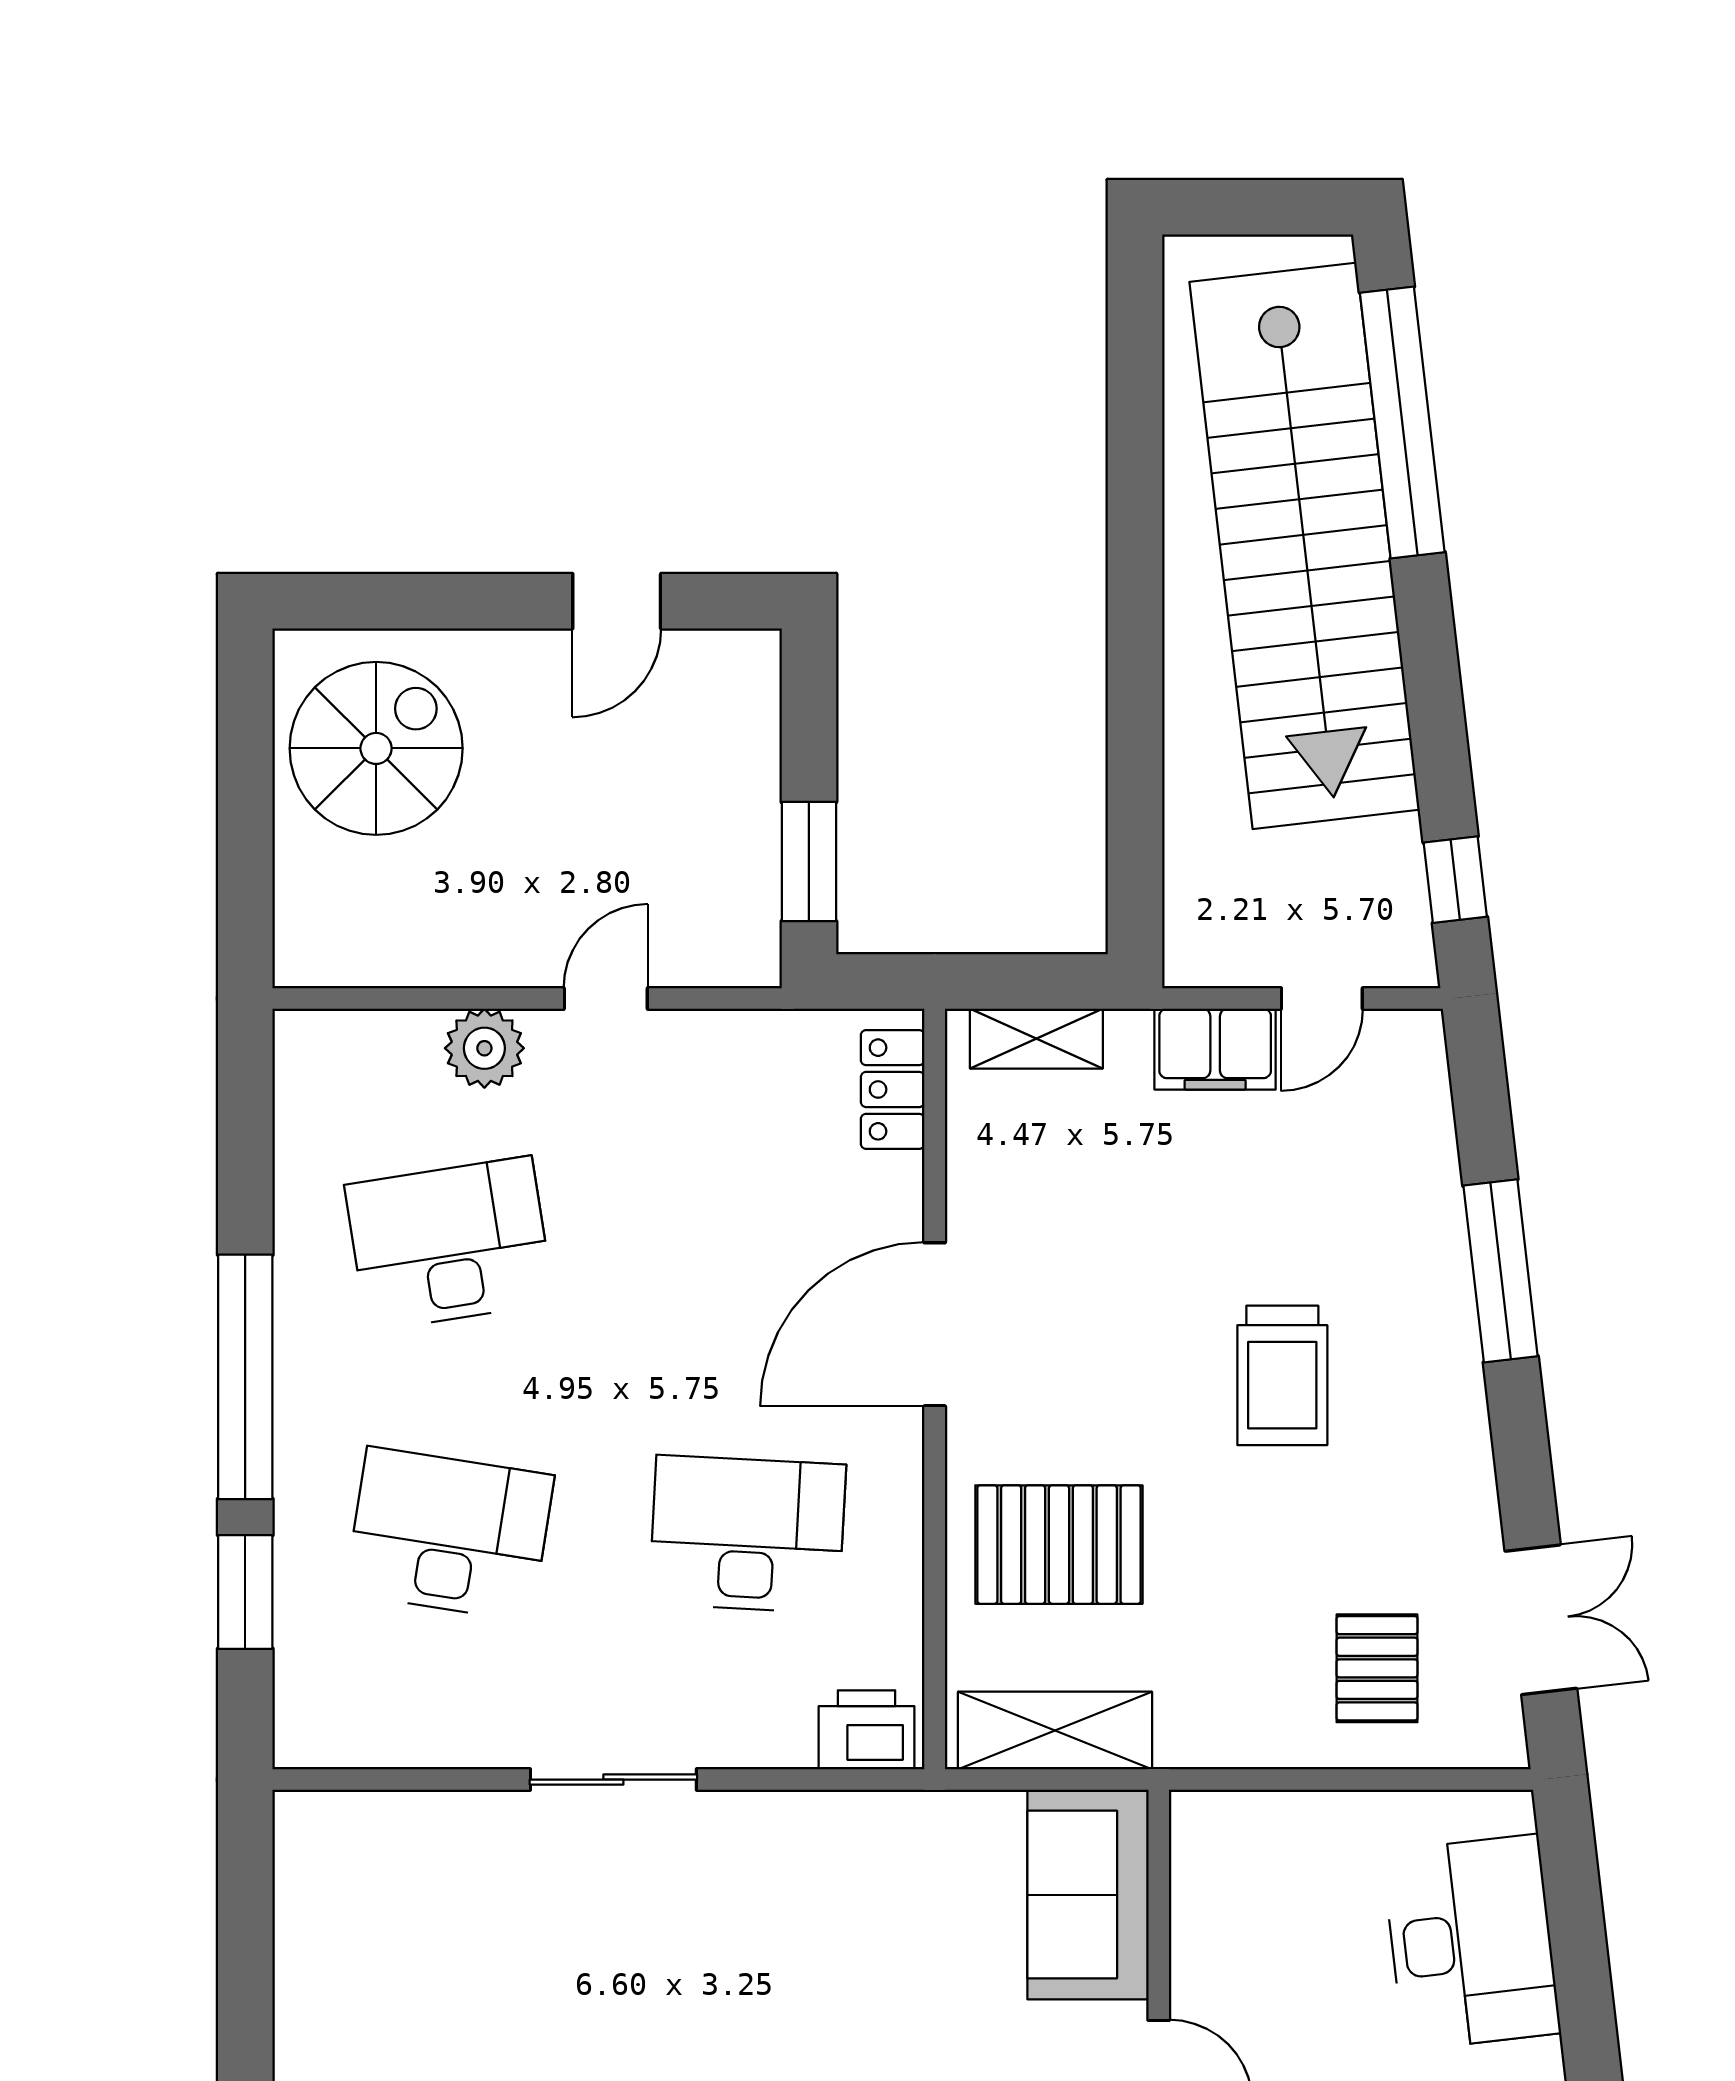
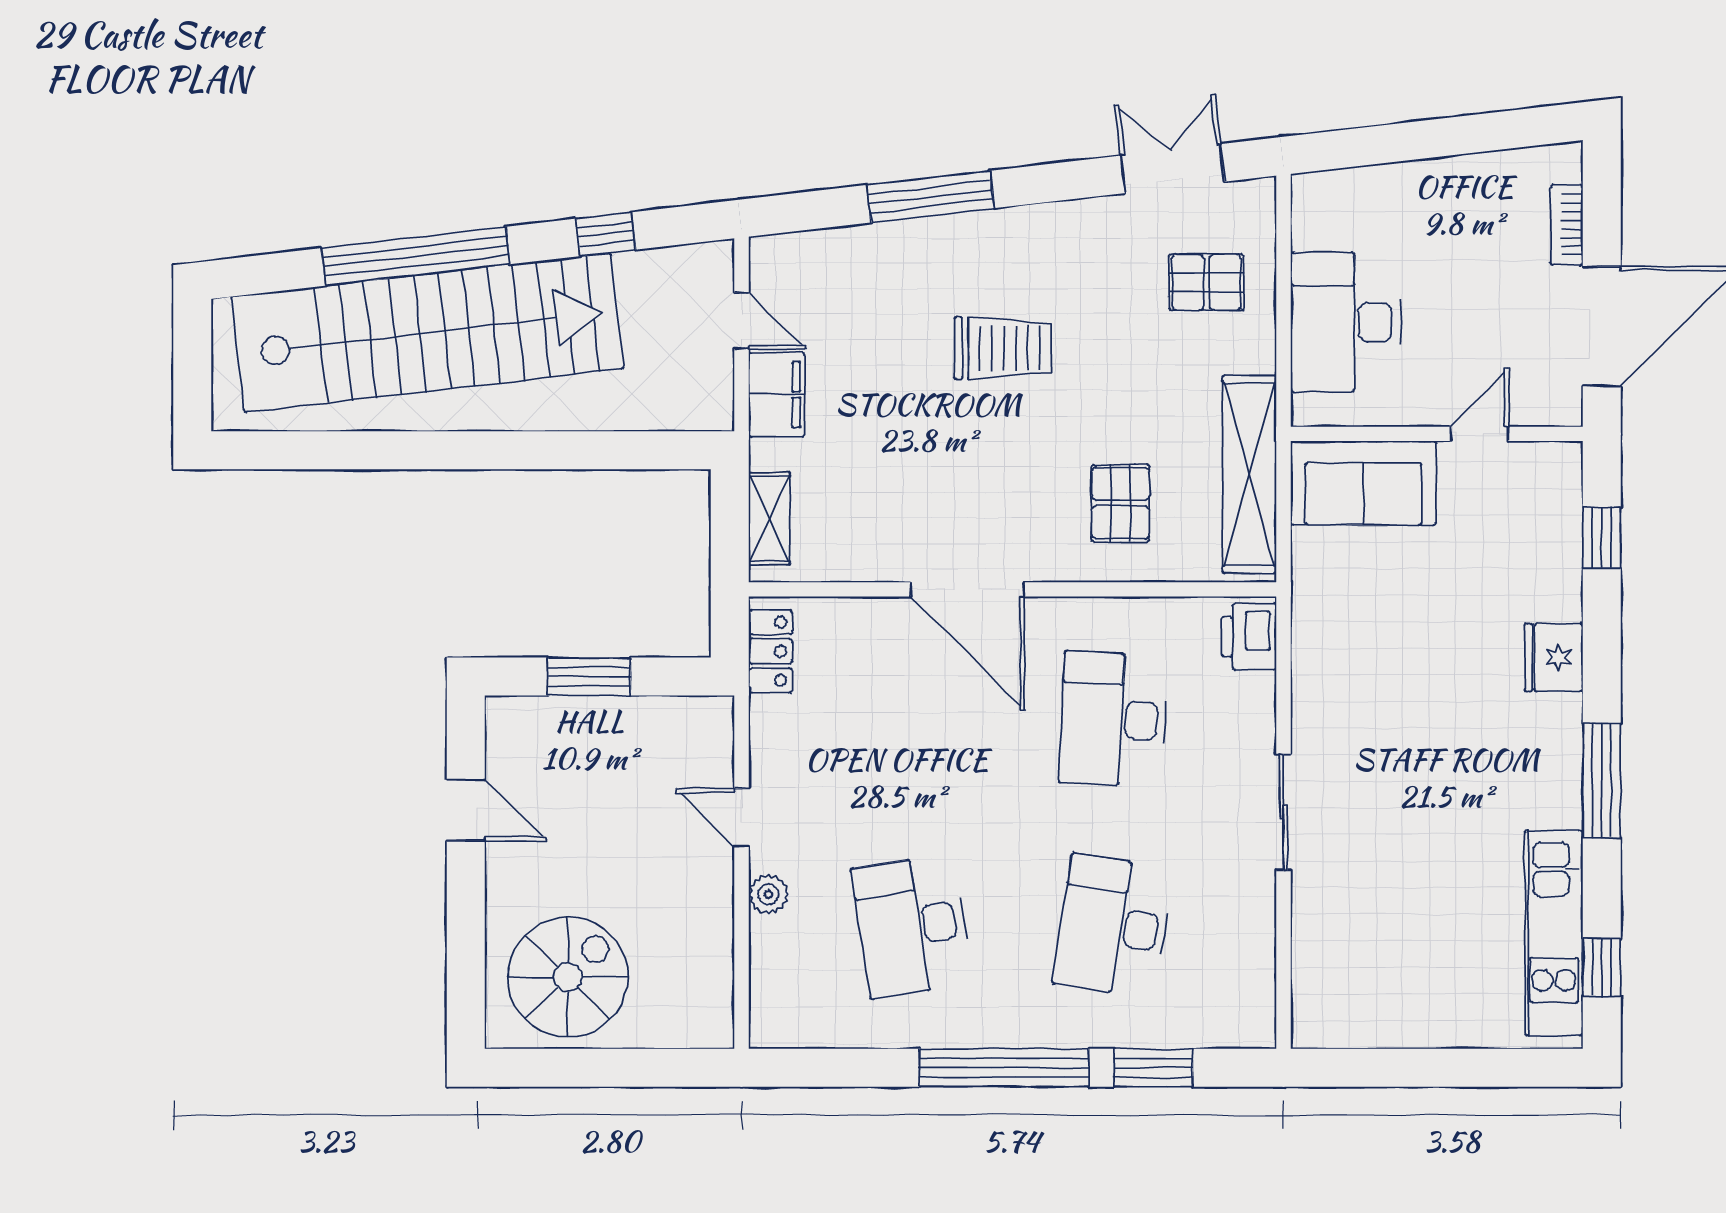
window: (1402, 423) -> (416, 256), moved
spiral stairs: (376, 748) -> (568, 977), turned 90
window: (809, 862) -> (589, 677), moved
window: (1455, 880) -> (606, 234), moved
plant: (484, 1048) -> (768, 894), width x0.73, depth x0.73
locker: (893, 1089) -> (771, 651), moved, turned -90
pallet: (1059, 1545) -> (1120, 503), width x0.67, depth x0.71
shelving: (1055, 1731) -> (1250, 474), width x1.47
desk: (1471, 1942) -> (1345, 322), moved, turned -83

